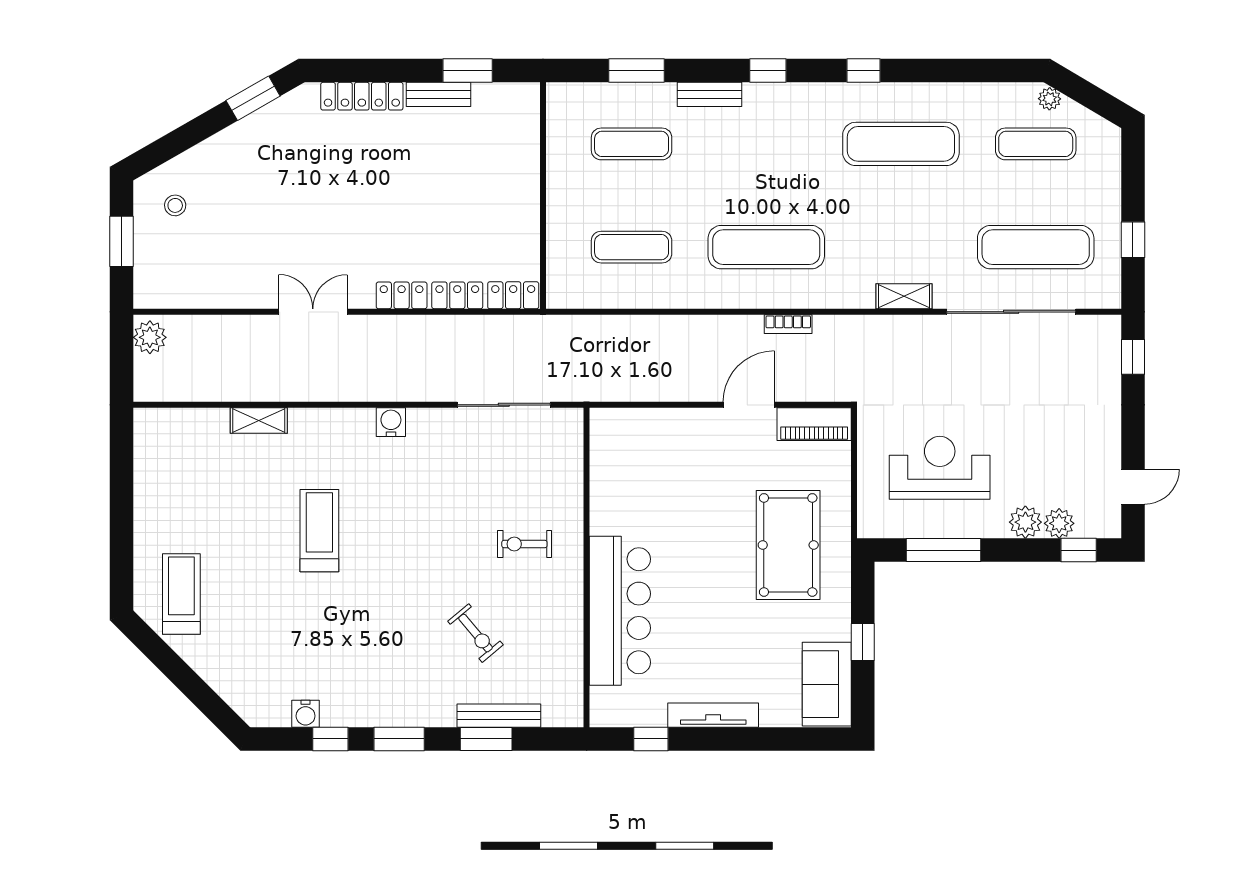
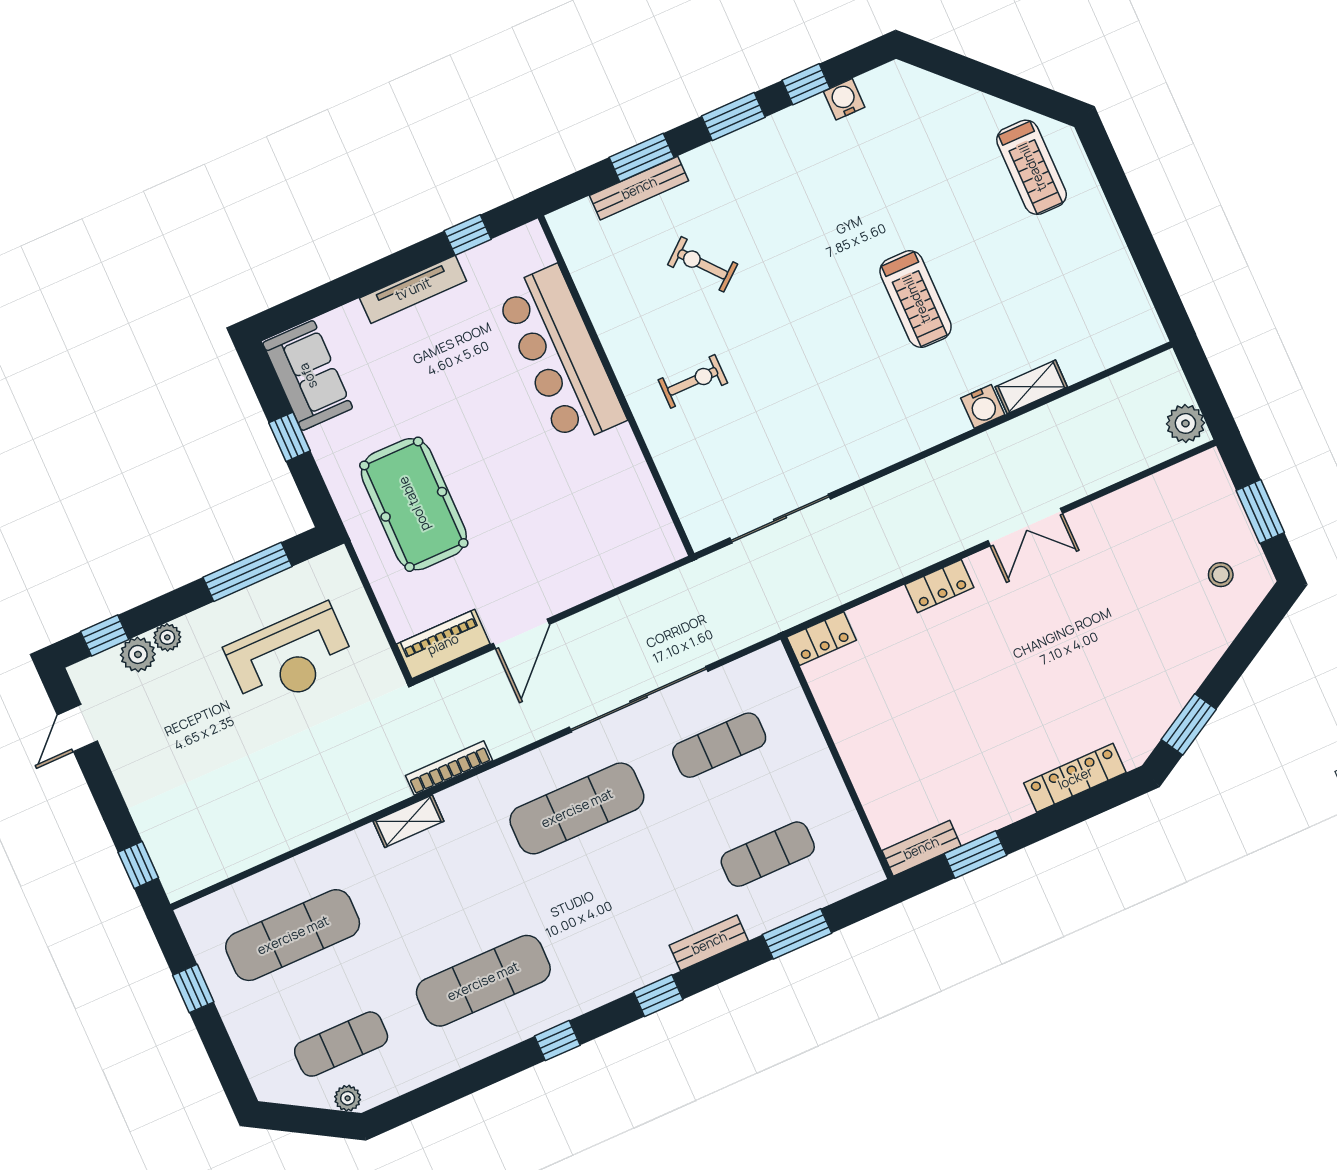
bench: (439, 94) -> (921, 848), moved
locker: (457, 295) -> (881, 612), removed
sliding door: (1011, 312) -> (638, 699), moved
bookcase: (788, 324) -> (449, 768), moved, width x1.56
water cooler: (391, 422) -> (983, 406), moved
plant: (1025, 522) -> (167, 637), width x0.73, depth x0.73

